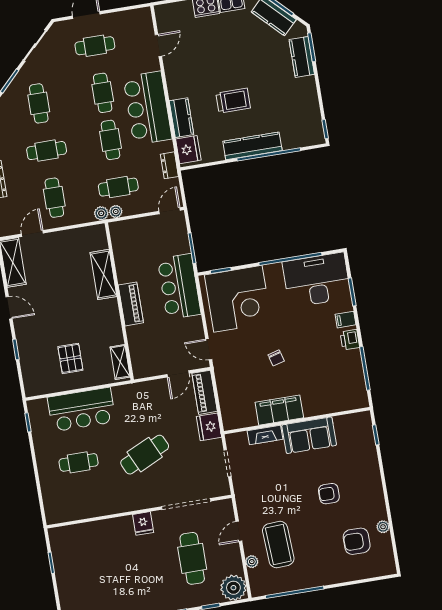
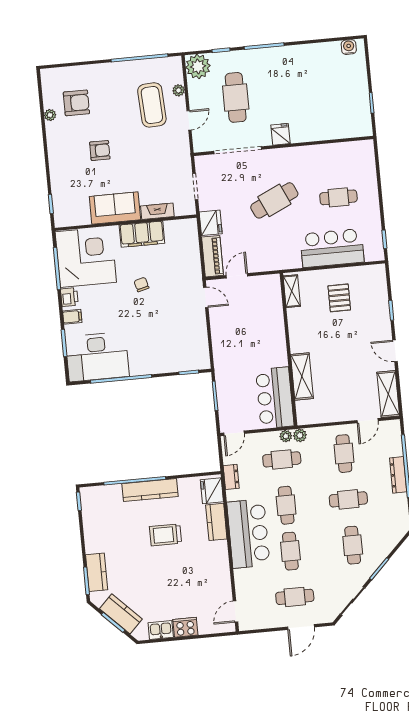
door: (158, 45) -> (235, 611), moved
bar counter: (179, 287) -> (275, 398), moved, turned 180
corner desk: (238, 299) -> (86, 257), moved, turned 90
piano: (131, 304) -> (278, 346), removed

